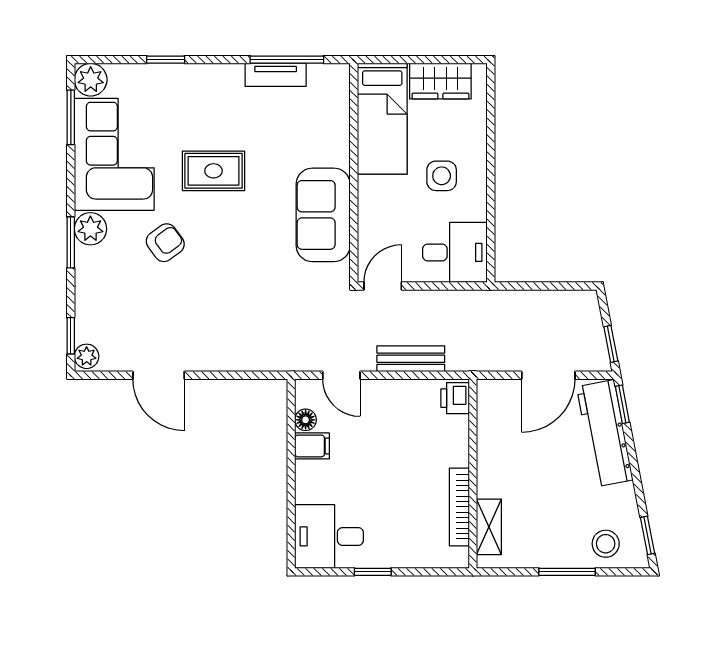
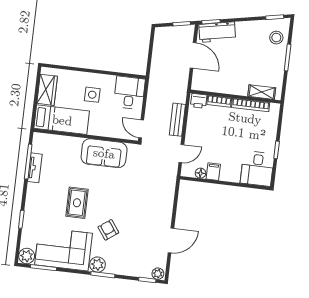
workbench: (605, 433) -> (217, 32), width x0.73
bookcase: (459, 441) -> (219, 101), added

